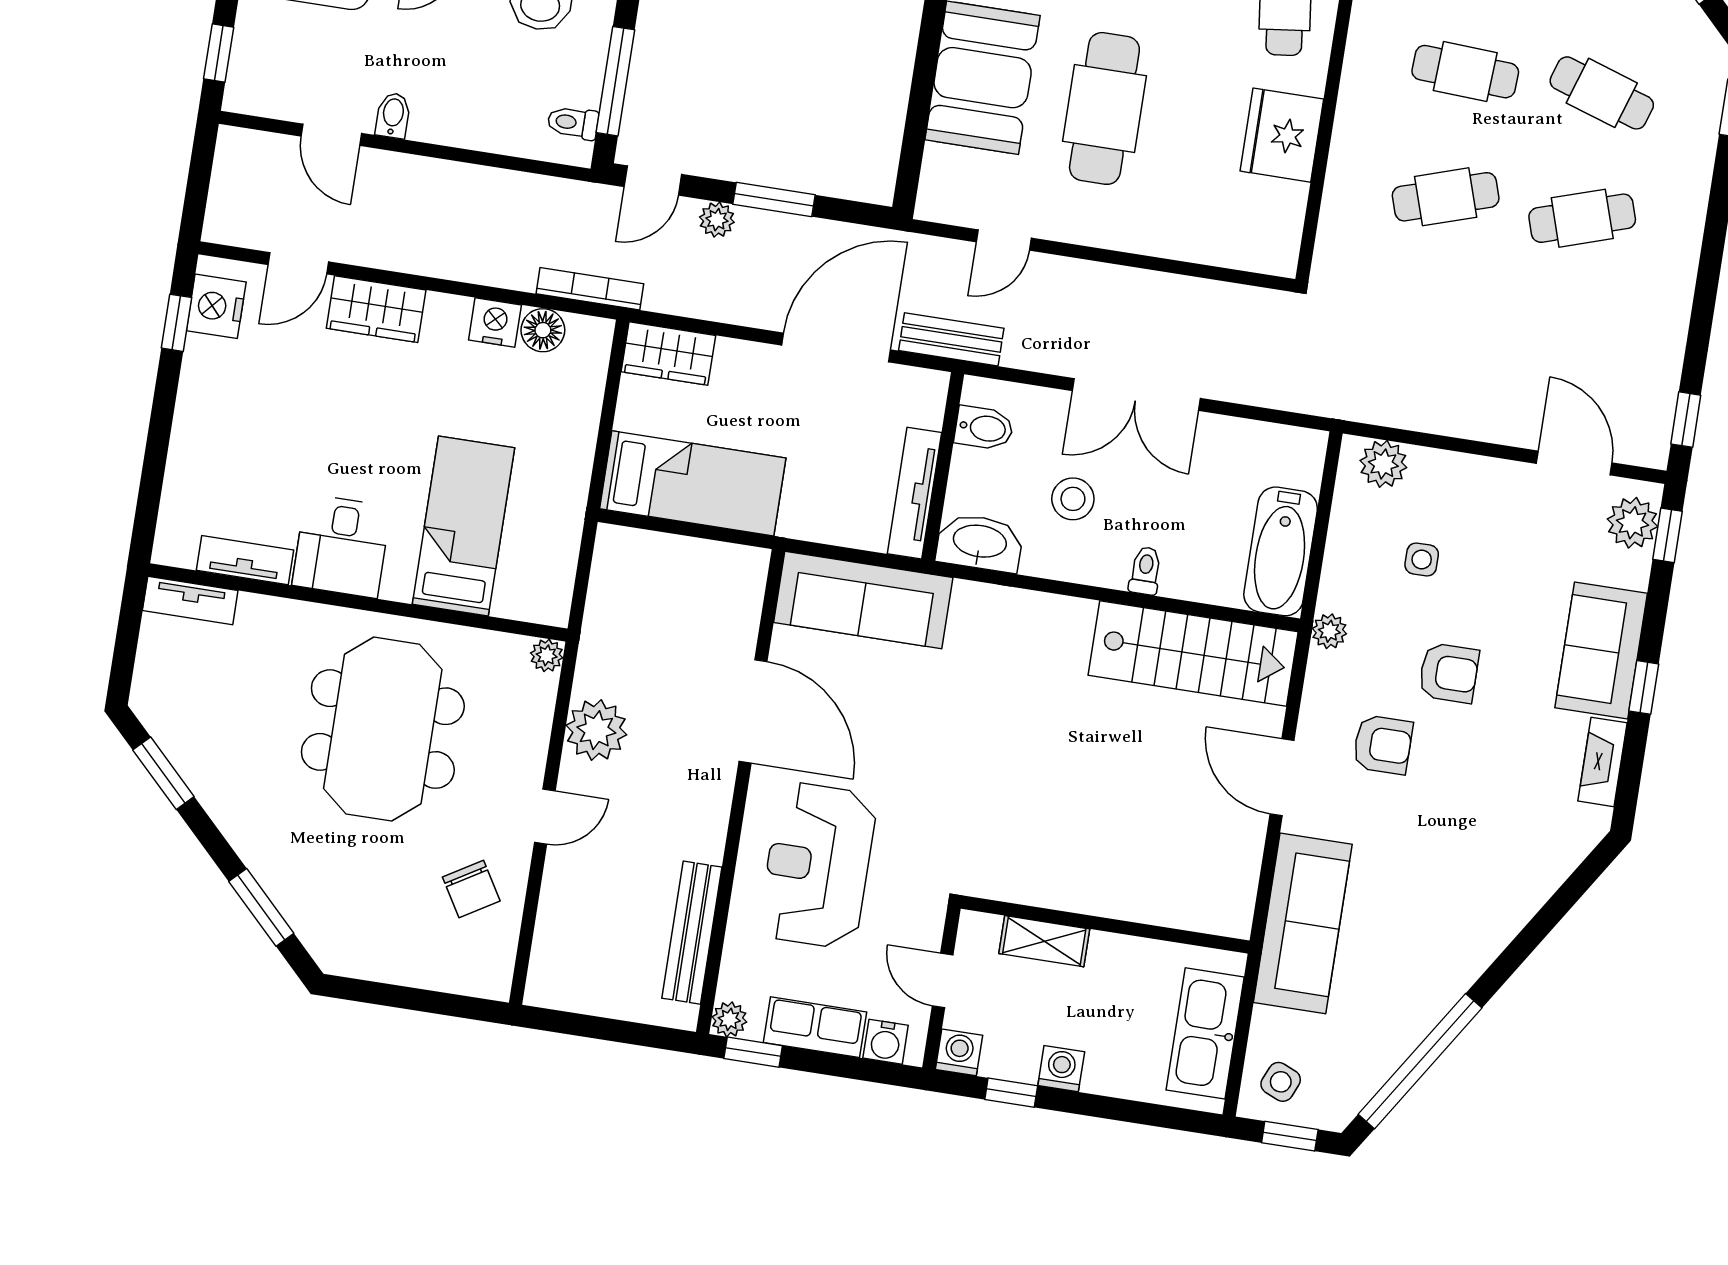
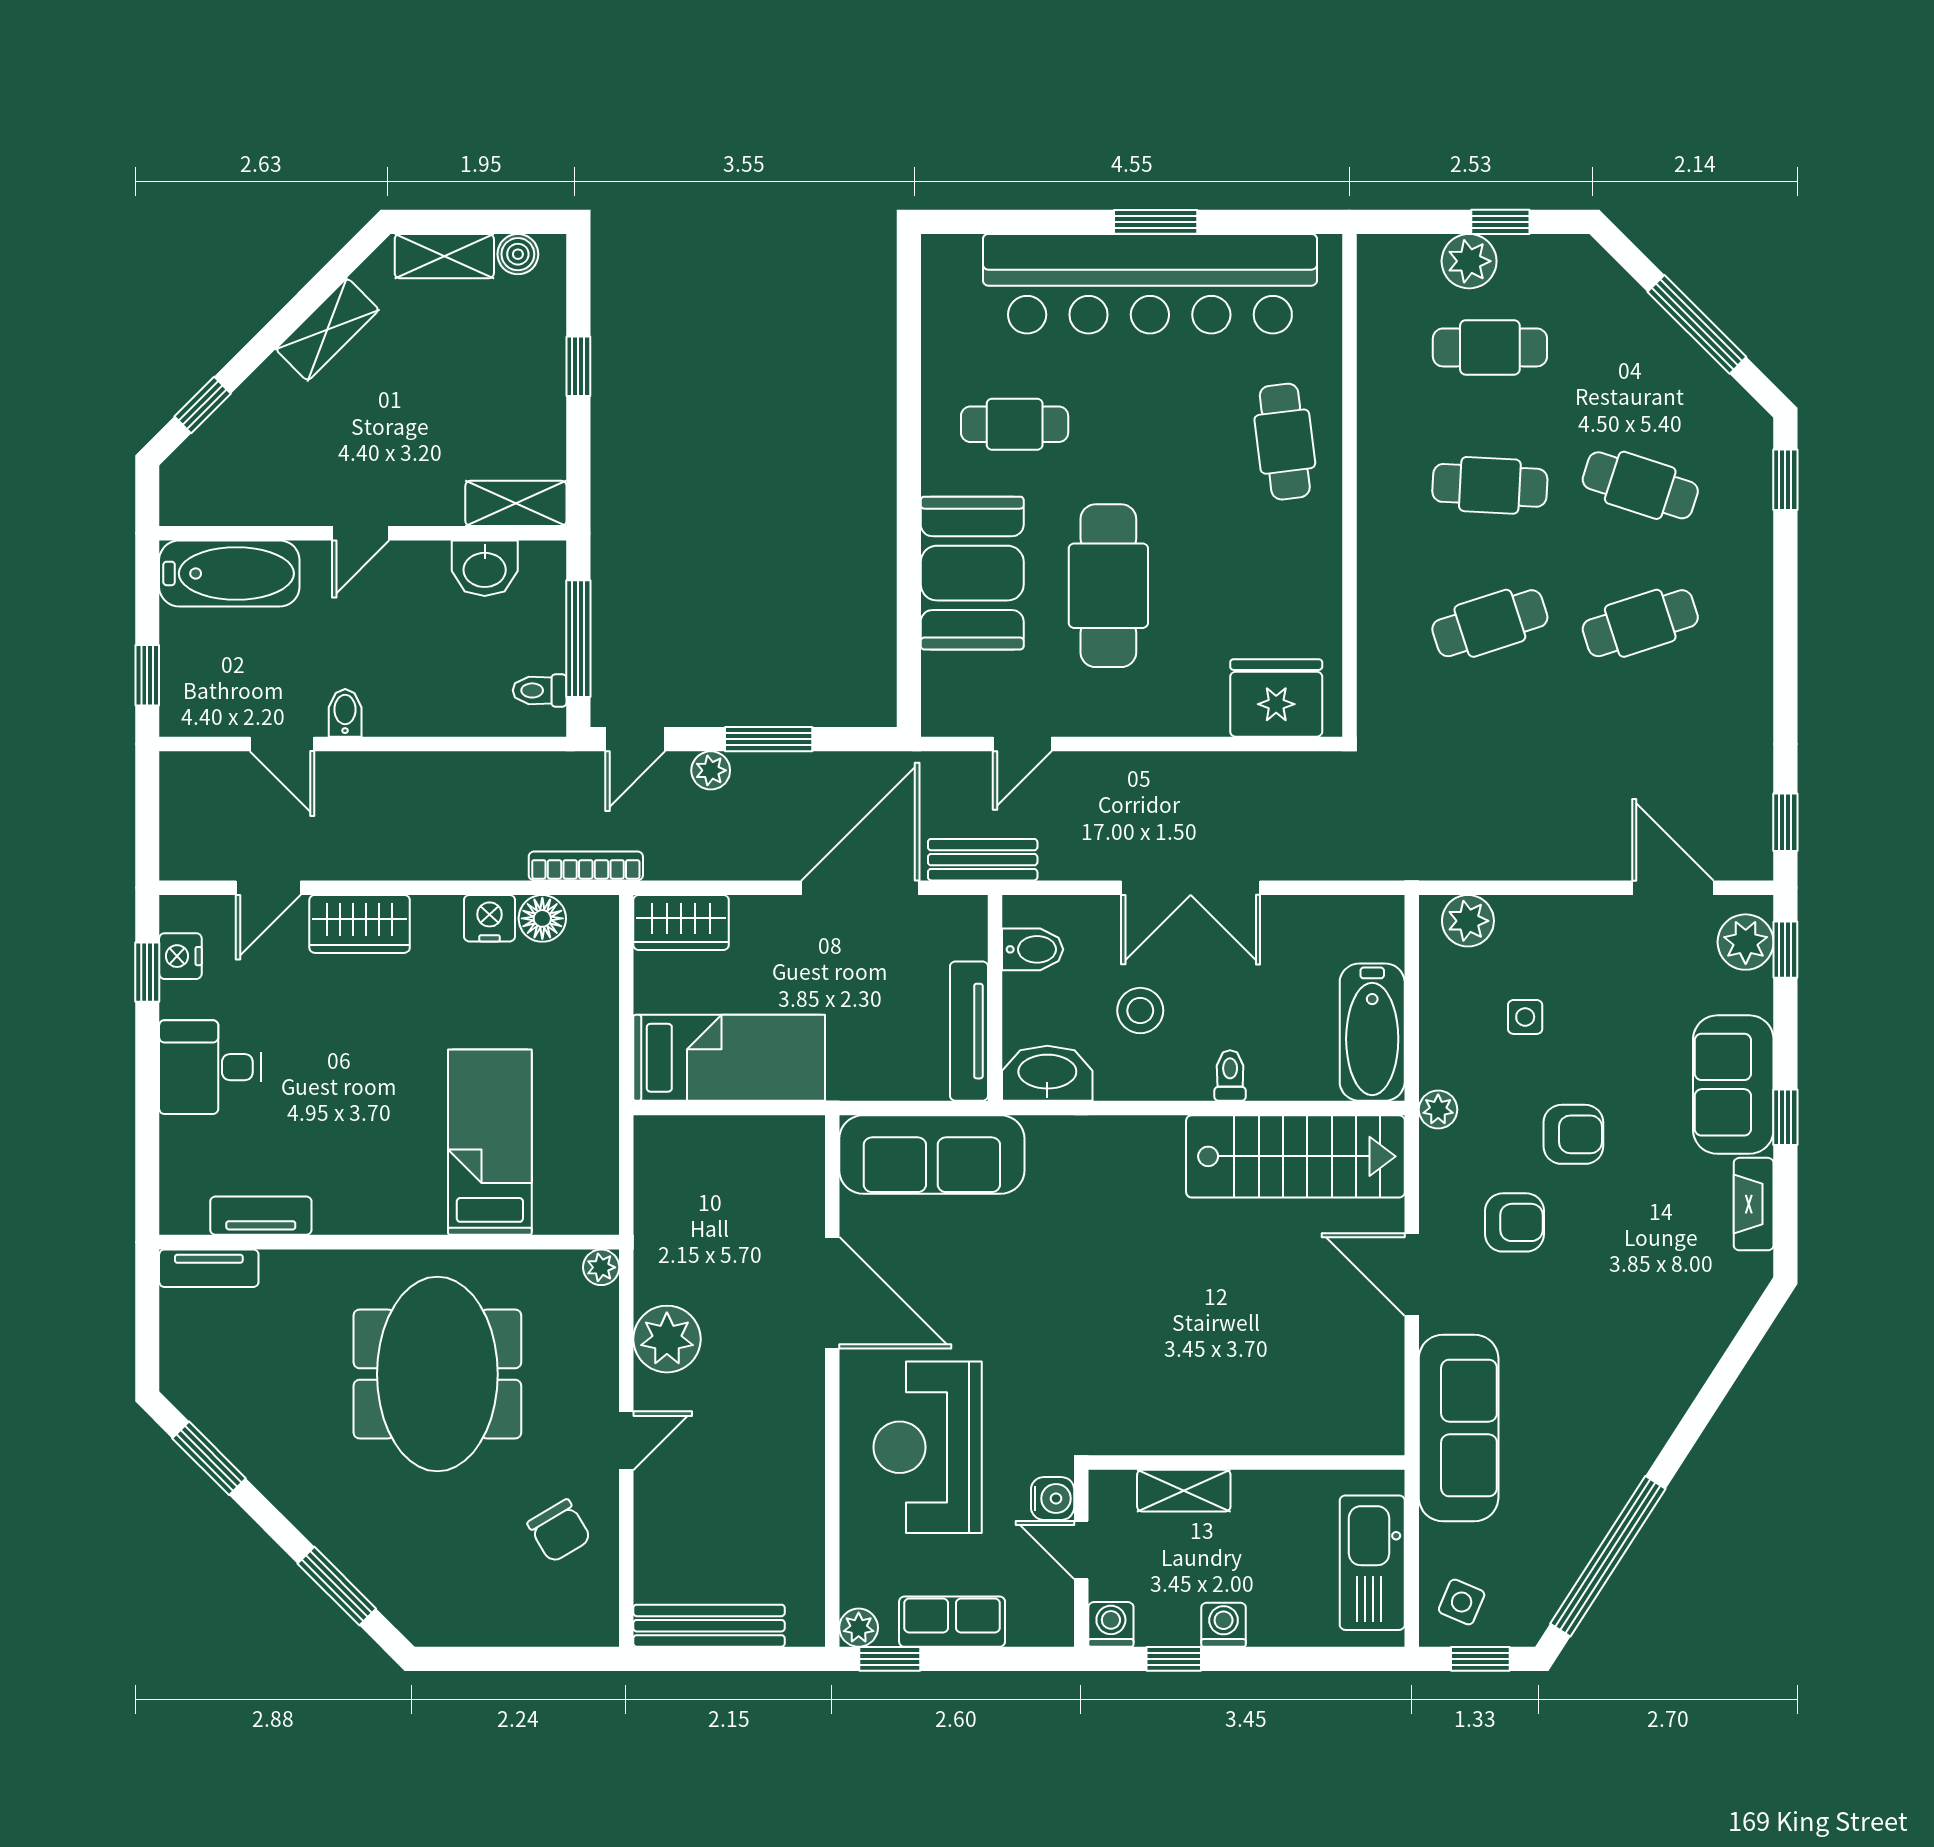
fridge: (1282, 135) -> (1276, 698), moved, turned 90
nightstand: (216, 306) -> (180, 956), width x0.74, depth x0.75
desk: (342, 546) -> (210, 1067), moved, turned 90
bench: (692, 933) -> (709, 1626), moved, turned 90
water cooler: (886, 1042) -> (1053, 1498), moved, turned -90

